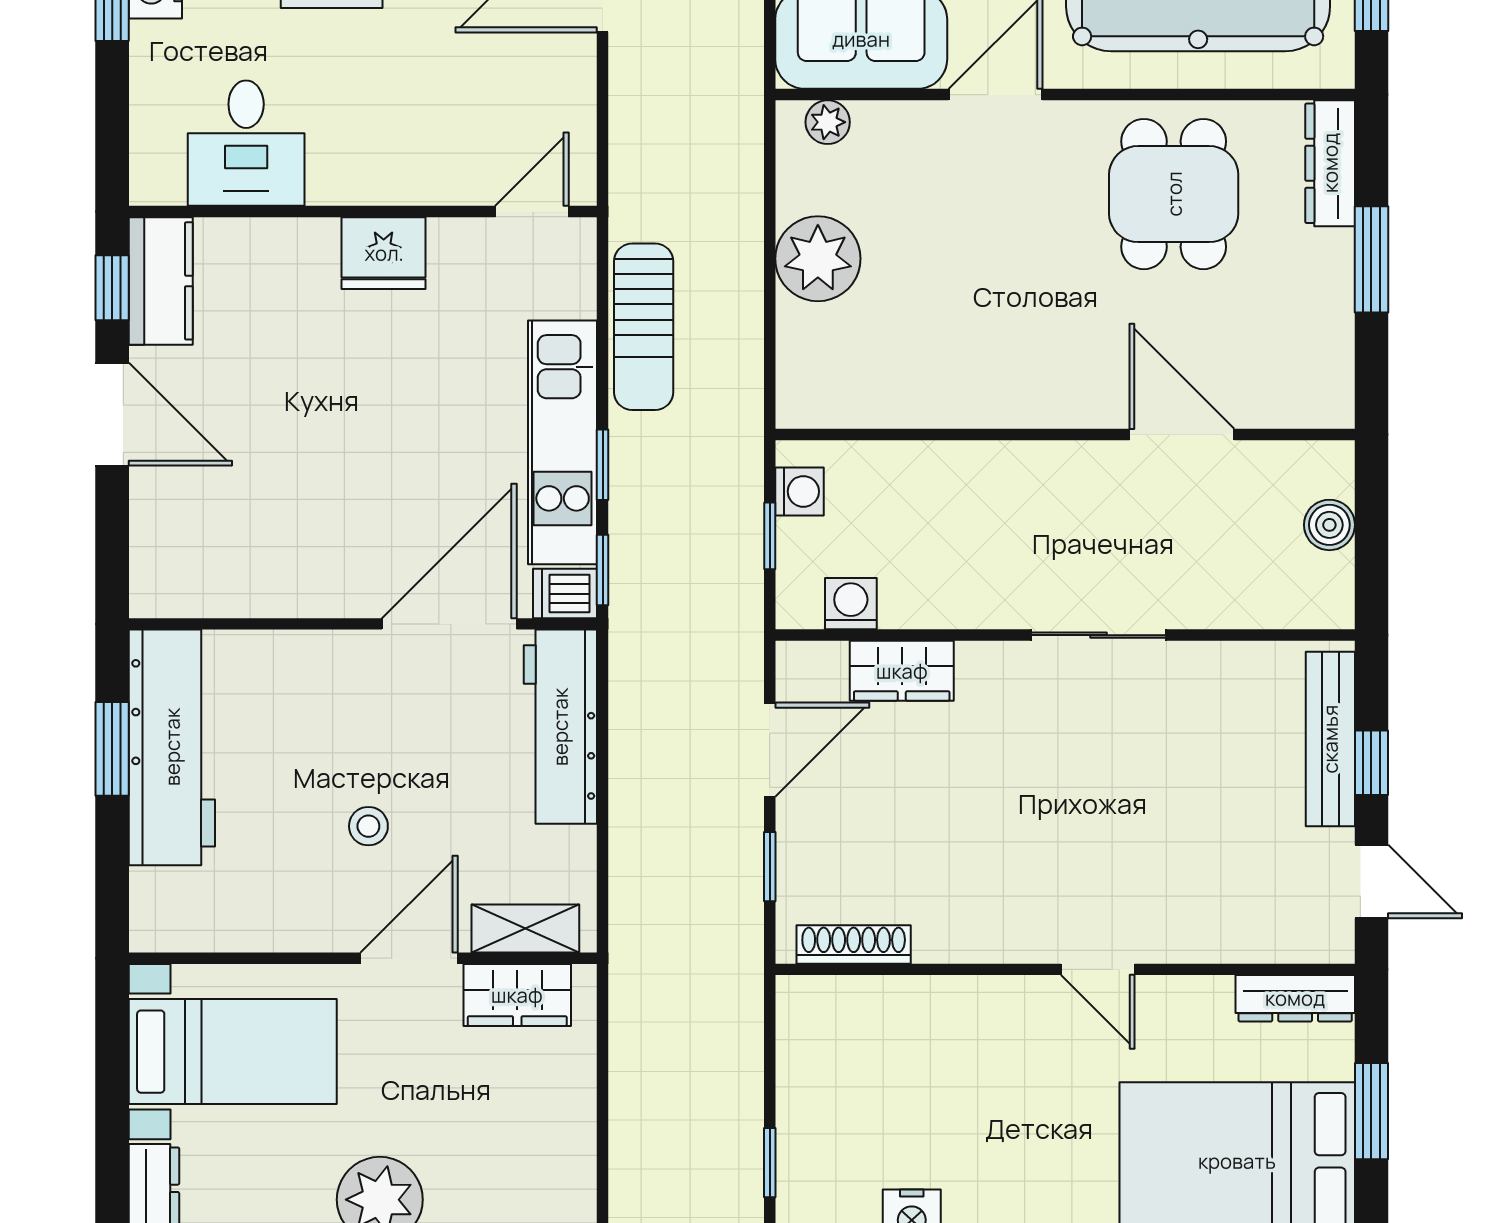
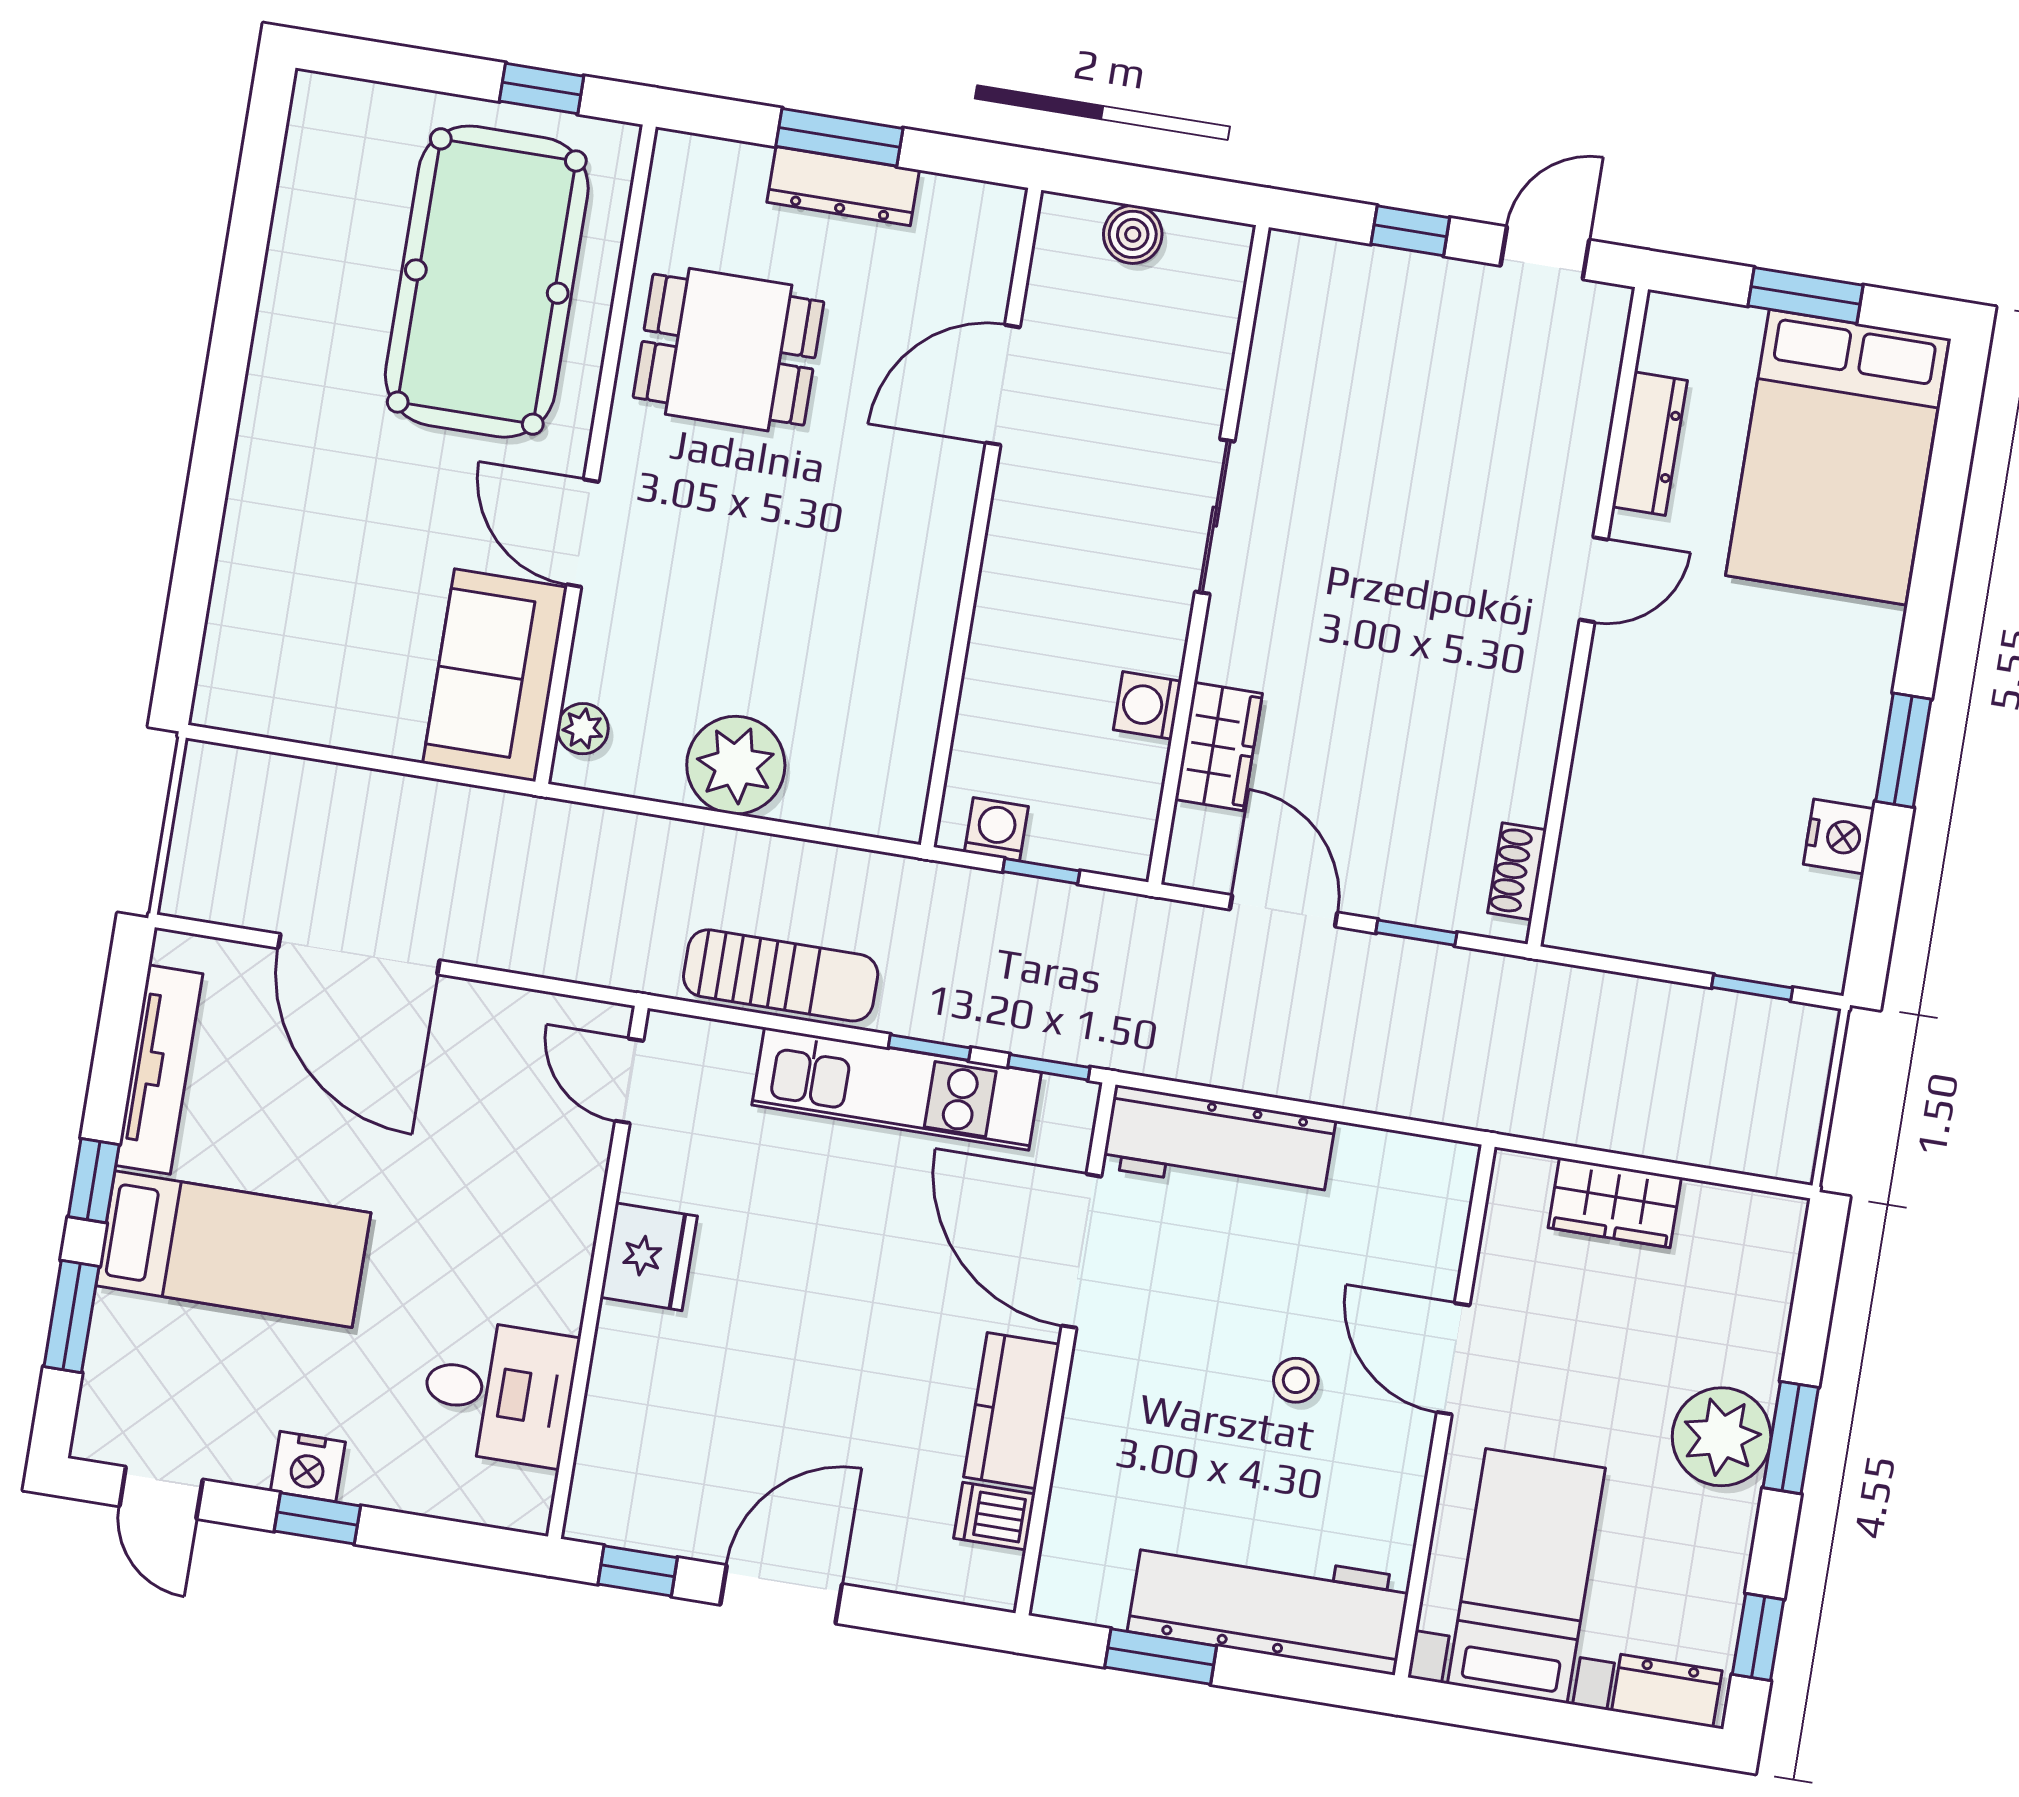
dresser: (1330, 163) -> (843, 186), moved
kitchen counter: (161, 281) -> (1012, 1411), moved, turned -90
dishwasher: (565, 594) -> (994, 1516), moved, turned 90
washing machine: (851, 604) -> (1147, 705), moved
bench: (1330, 739) -> (1376, 273), removed
workbench: (172, 747) -> (1269, 1605), moved
shelving: (525, 928) -> (1441, 1221), removed
shoe rack: (854, 944) -> (1517, 871), width x0.70
wardrobe: (517, 995) -> (1615, 1203), moved, turned 90
dresser: (1295, 998) -> (1650, 444), moved

